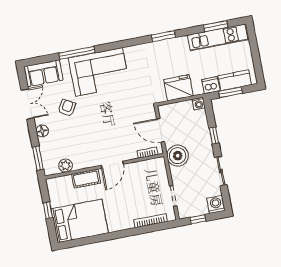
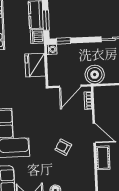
armchair: (67, 108) -> (63, 147), moved
window: (214, 135) -> (64, 41), moved
plant: (66, 166) -> (89, 174), removed

